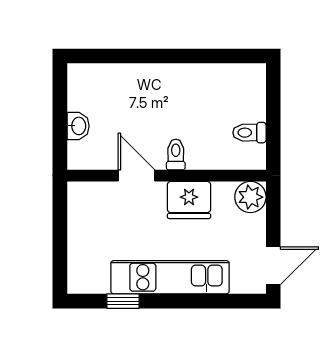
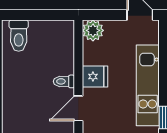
toilet: (249, 133) -> (19, 36), moved, width x1.37, depth x1.39
fridge: (189, 200) -> (95, 77), width x0.72

